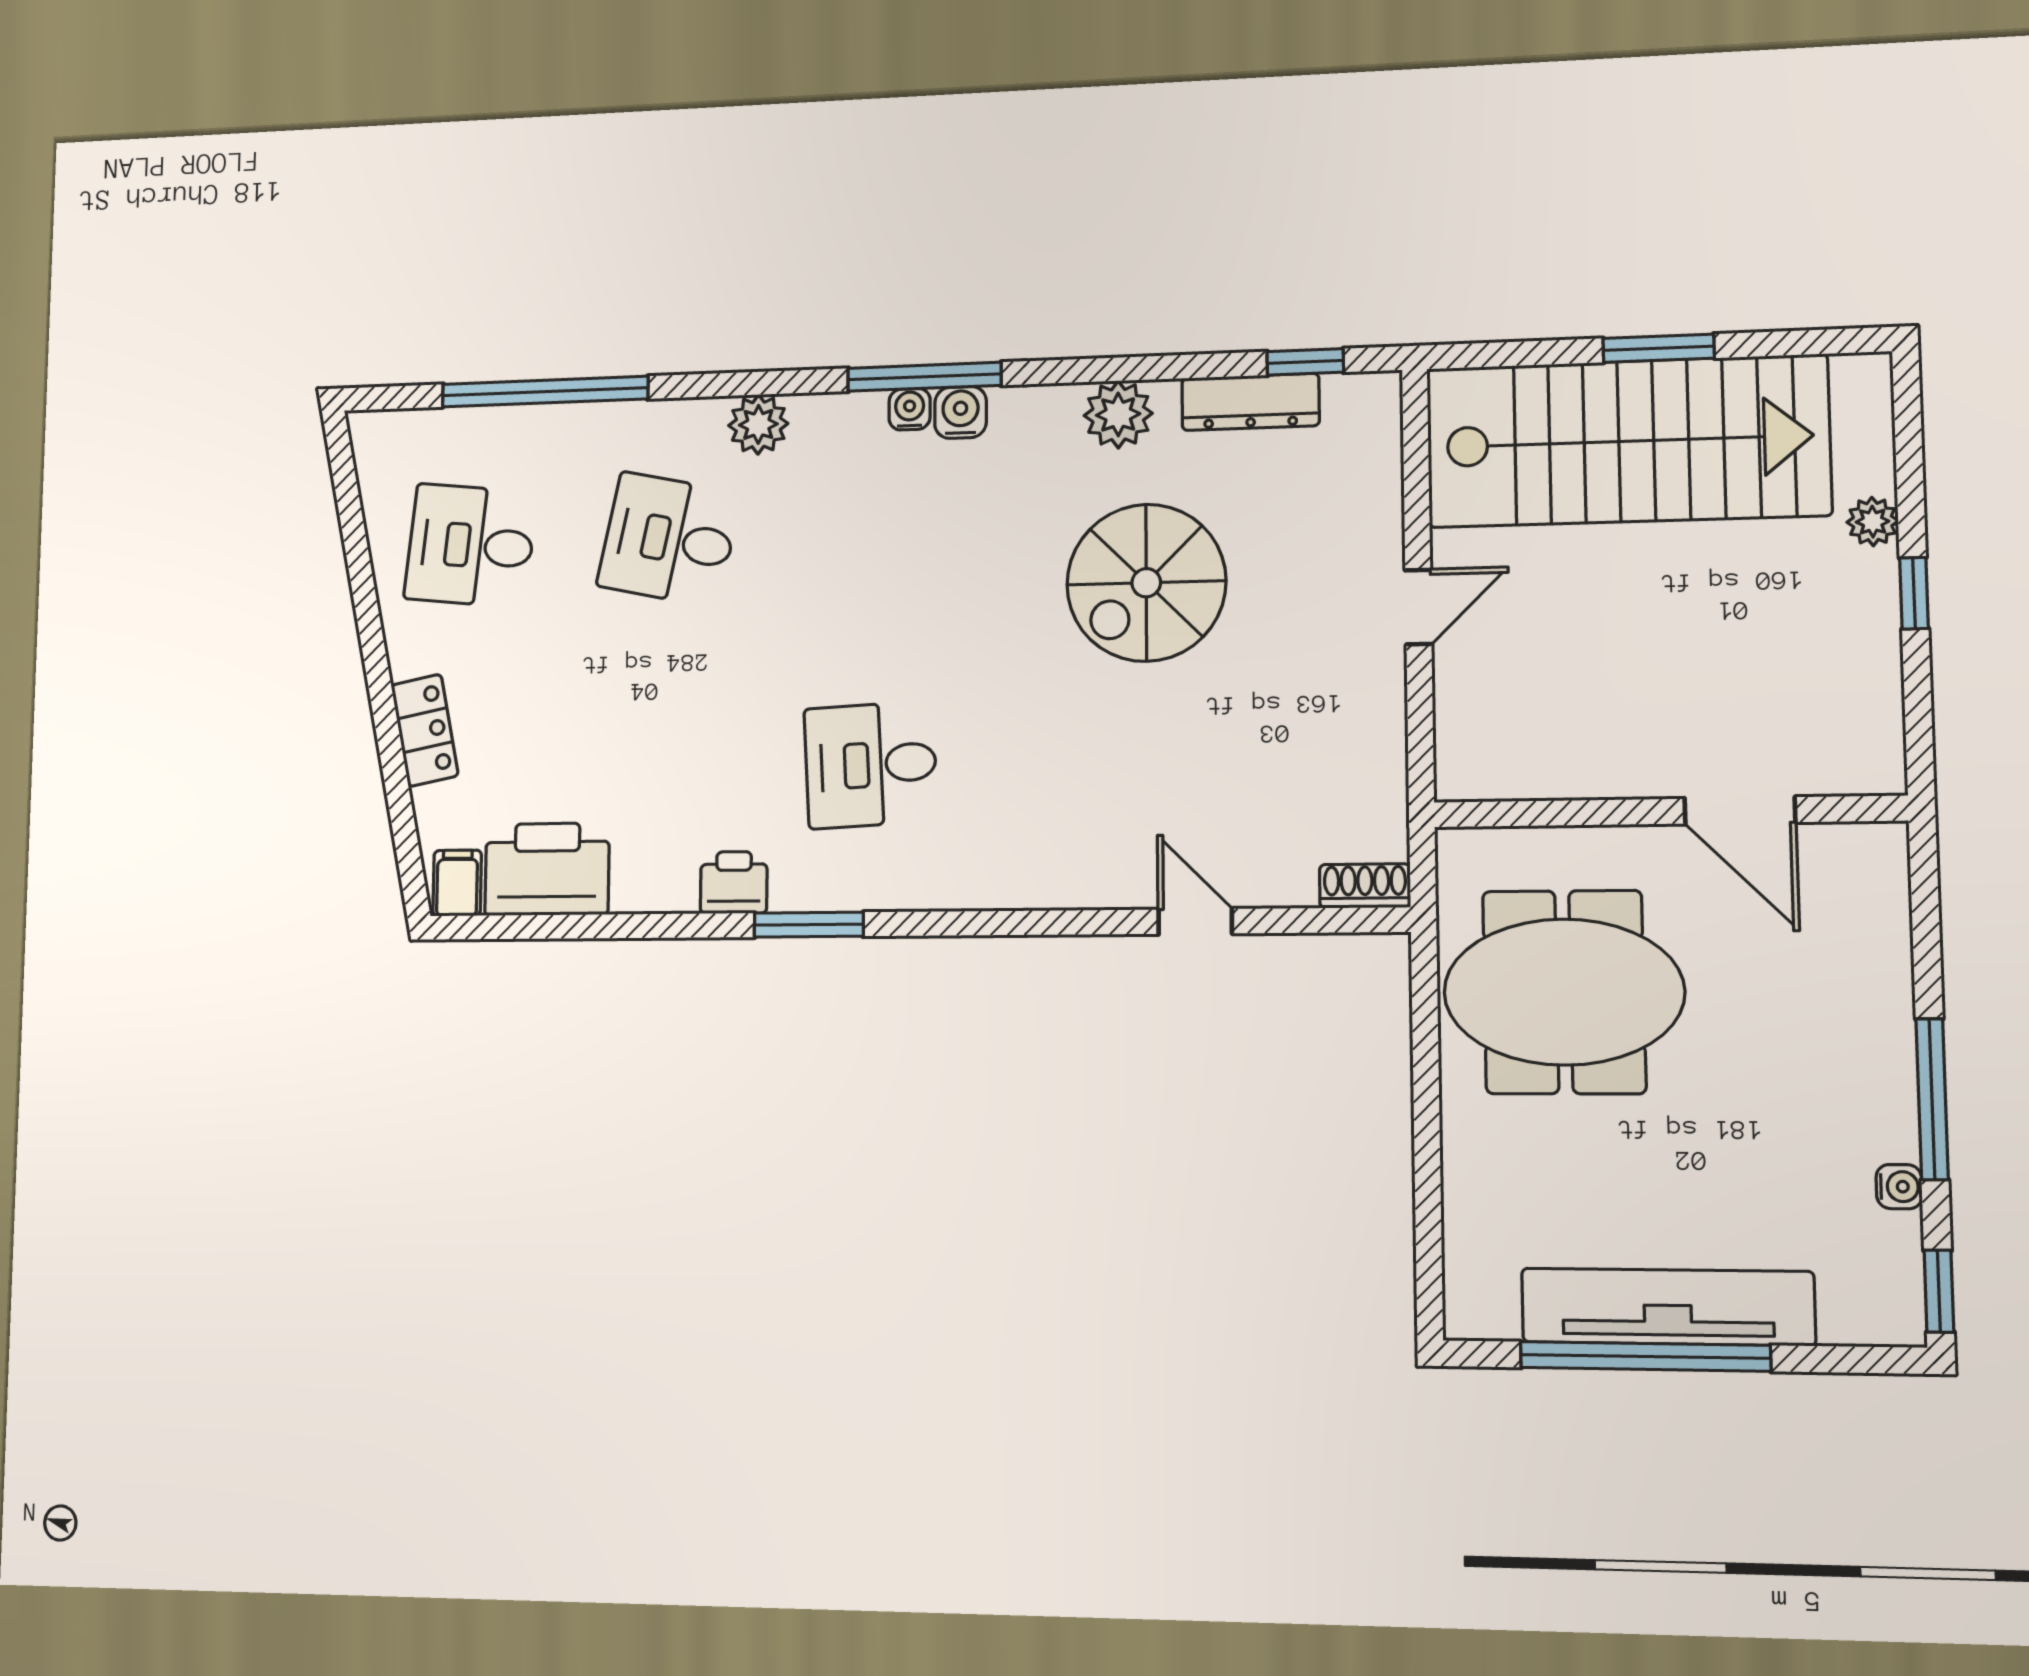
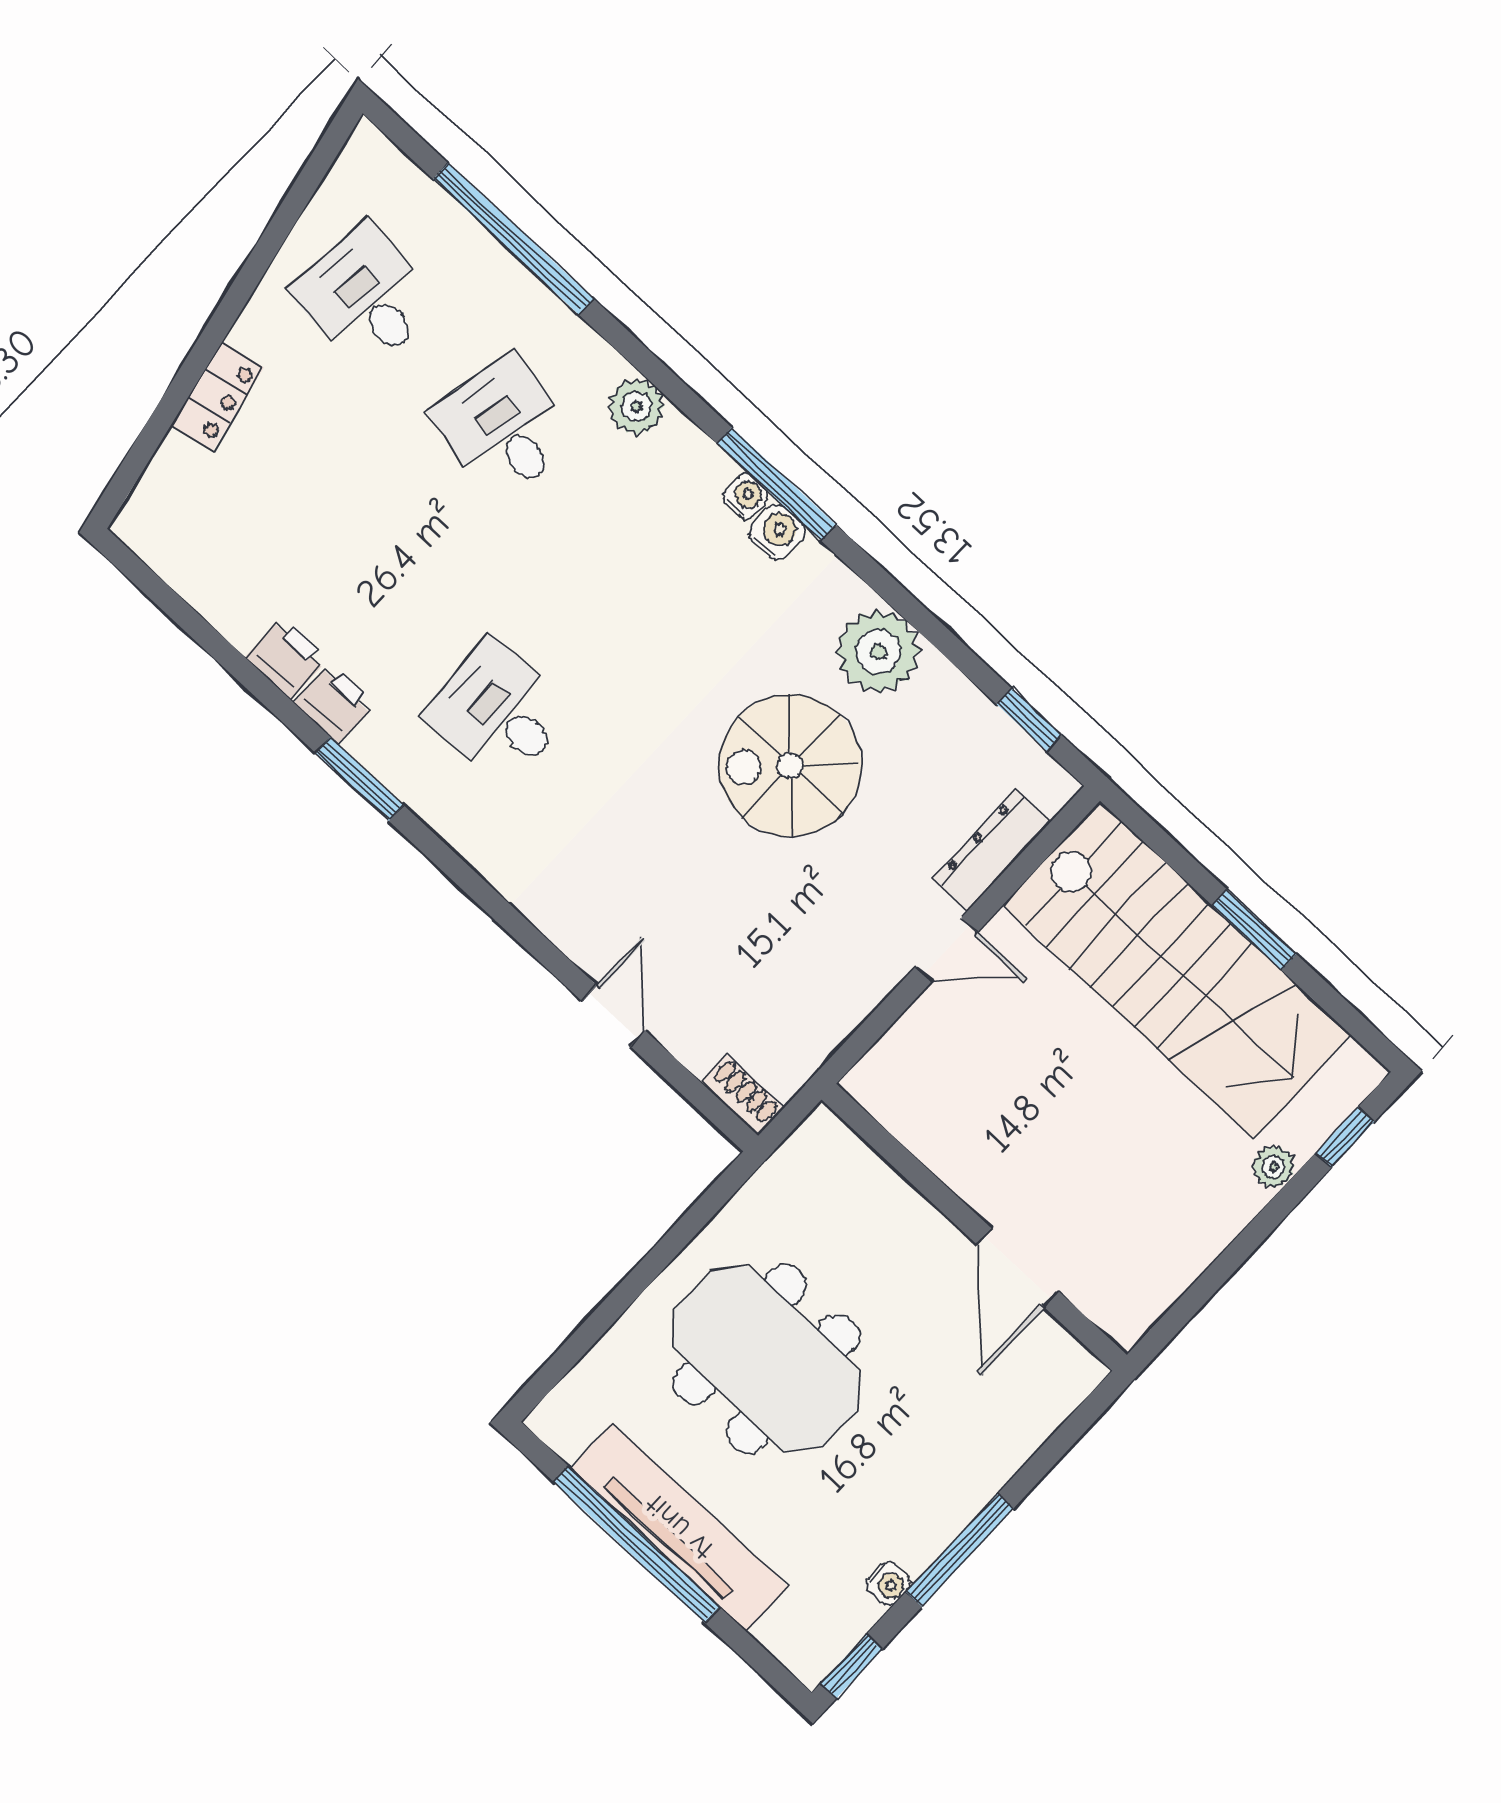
dresser: (1250, 402) -> (992, 850), moved, turned 90
plant: (1118, 414) -> (878, 651), width x1.36, depth x1.36
window: (1914, 593) -> (1345, 1137), moved
printer: (547, 869) -> (287, 658), moved, width x0.53, depth x0.68
filing cabinet: (457, 883) -> (146, 524), removed
meeting table: (1564, 992) -> (766, 1359), moved

